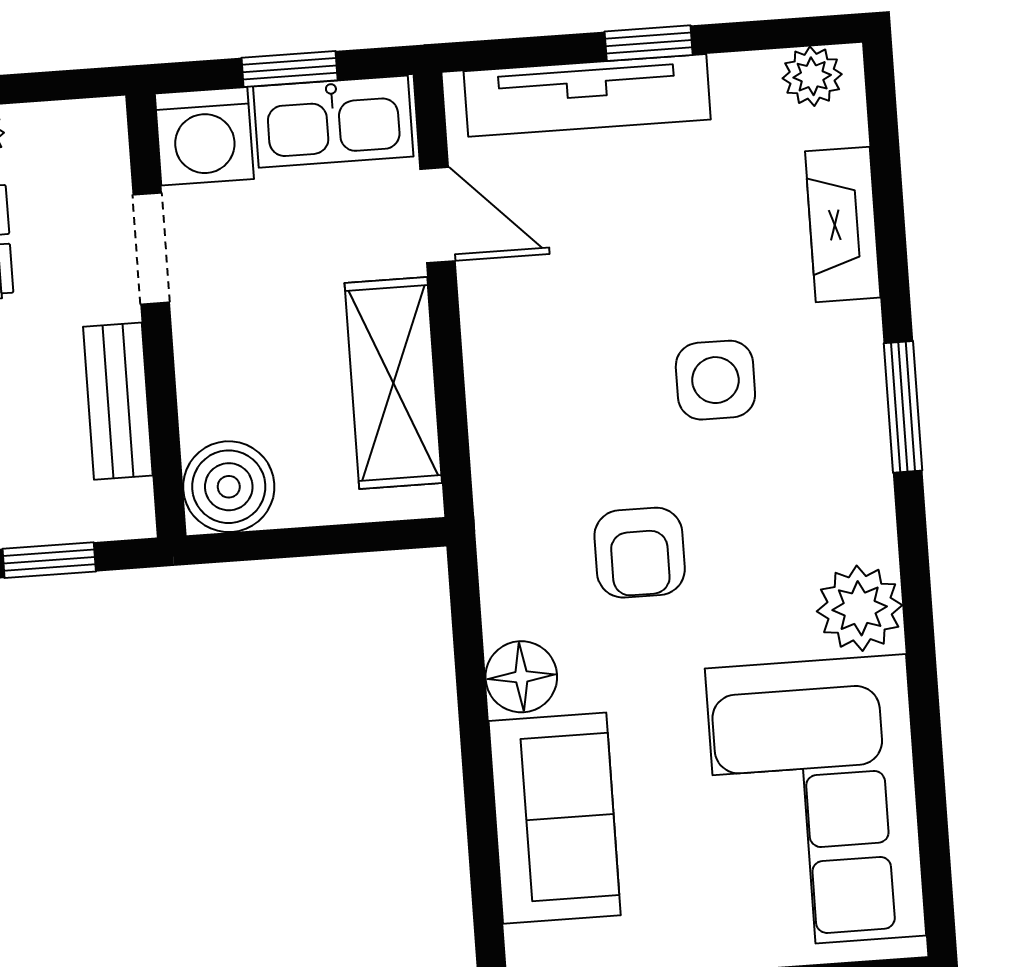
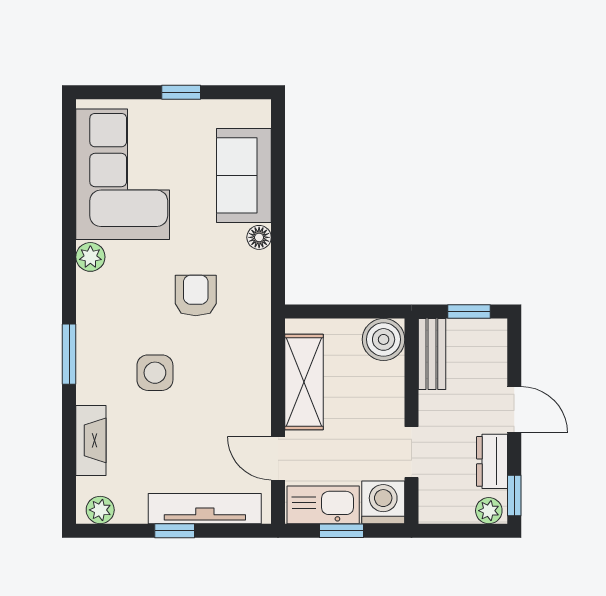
bench: (118, 401) -> (432, 354), moved
plant: (860, 608) -> (90, 257), width x0.73, depth x0.73
floor lamp: (521, 677) -> (259, 237), width x0.73, depth x0.73

